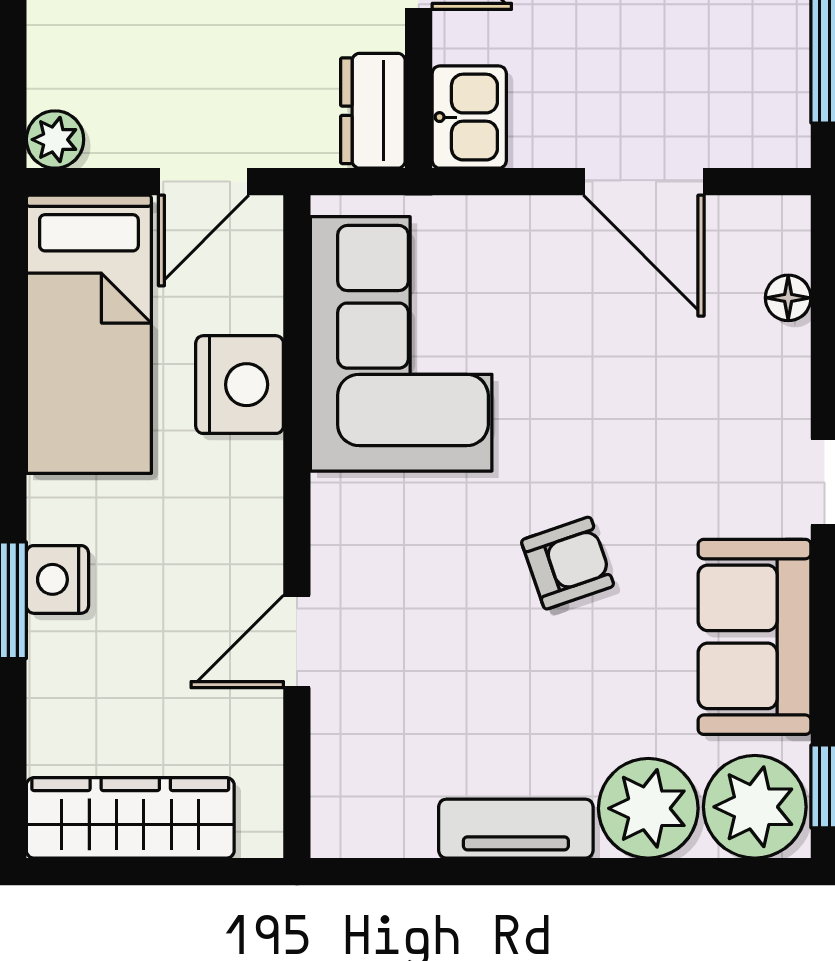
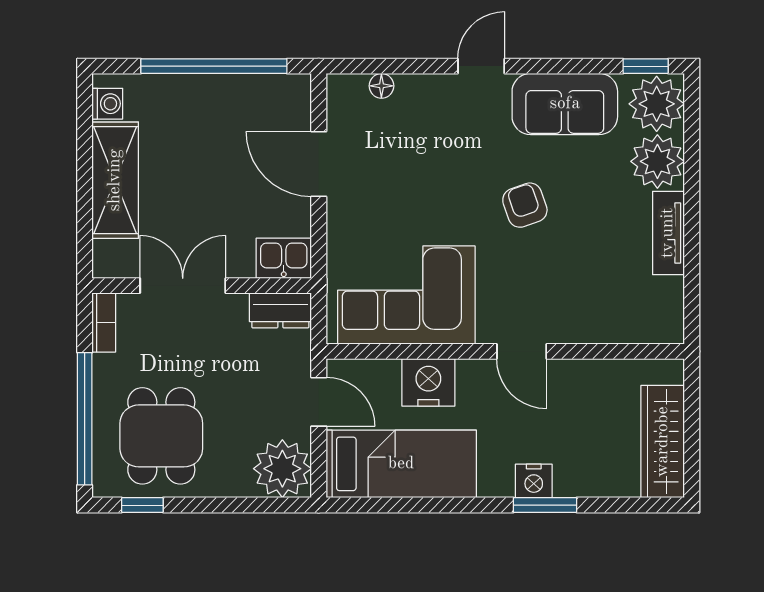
plant: (55, 140) -> (282, 469), width x1.88, depth x1.88
door: (644, 182) -> (319, 164), swing flipped
door: (297, 641) -> (522, 351), moved

